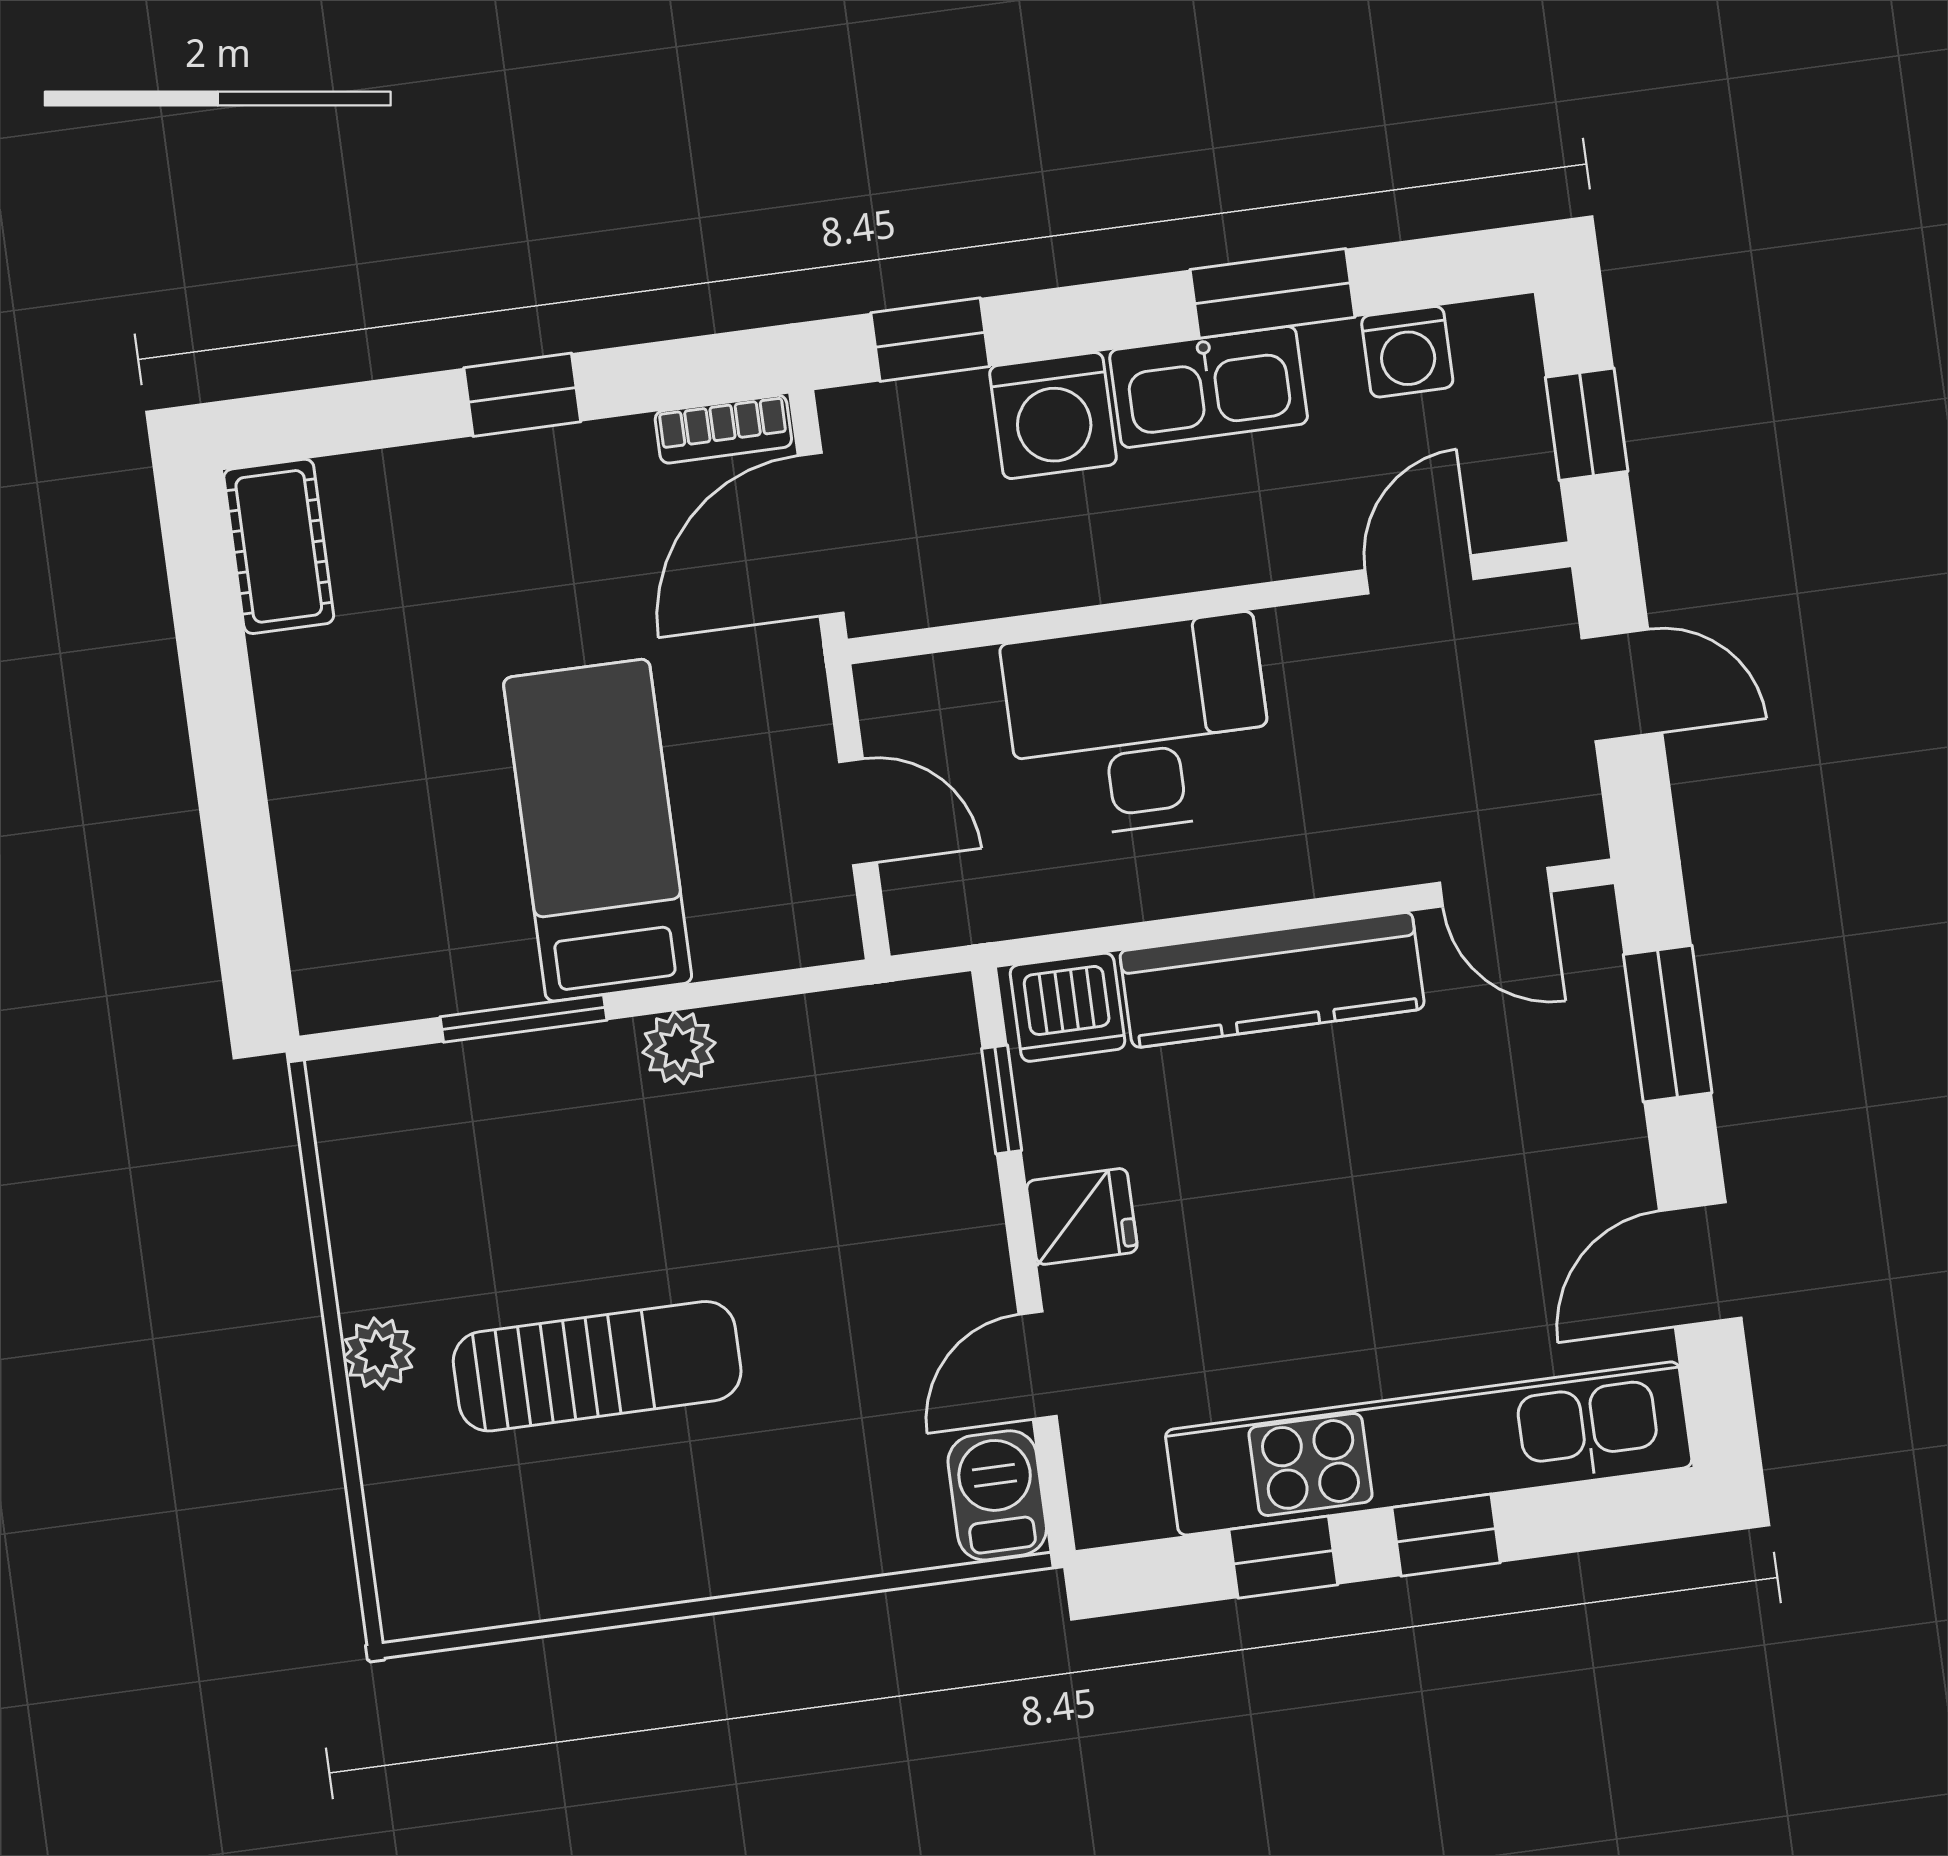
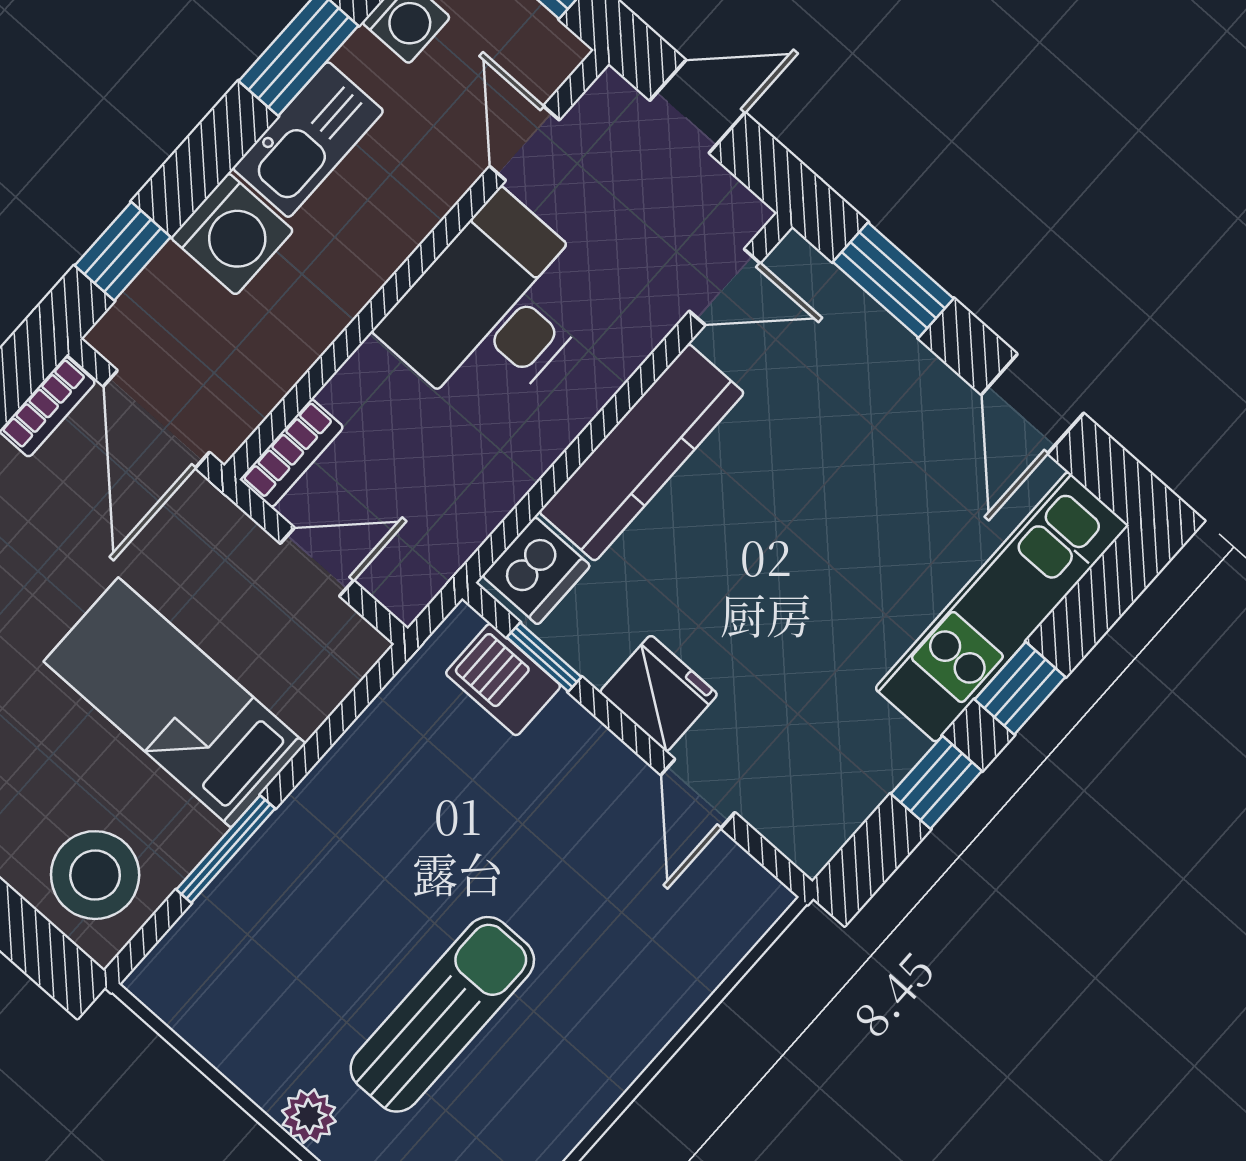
bookcase: (925, 683) -> (292, 453), added
desk: (1139, 727) -> (493, 309), moved
stool: (372, 933) -> (95, 875), added
plant: (679, 1048) -> (331, 788), removed
fridge: (1082, 1216) -> (659, 693), width x1.38
kitchen unit: (1429, 1448) -> (1002, 607), width x0.73
barbecue: (997, 1495) -> (503, 680), moved

